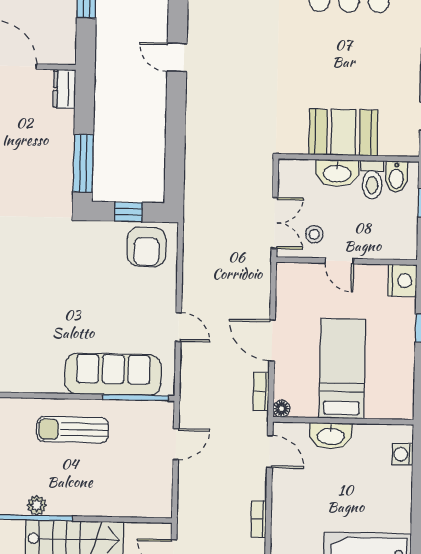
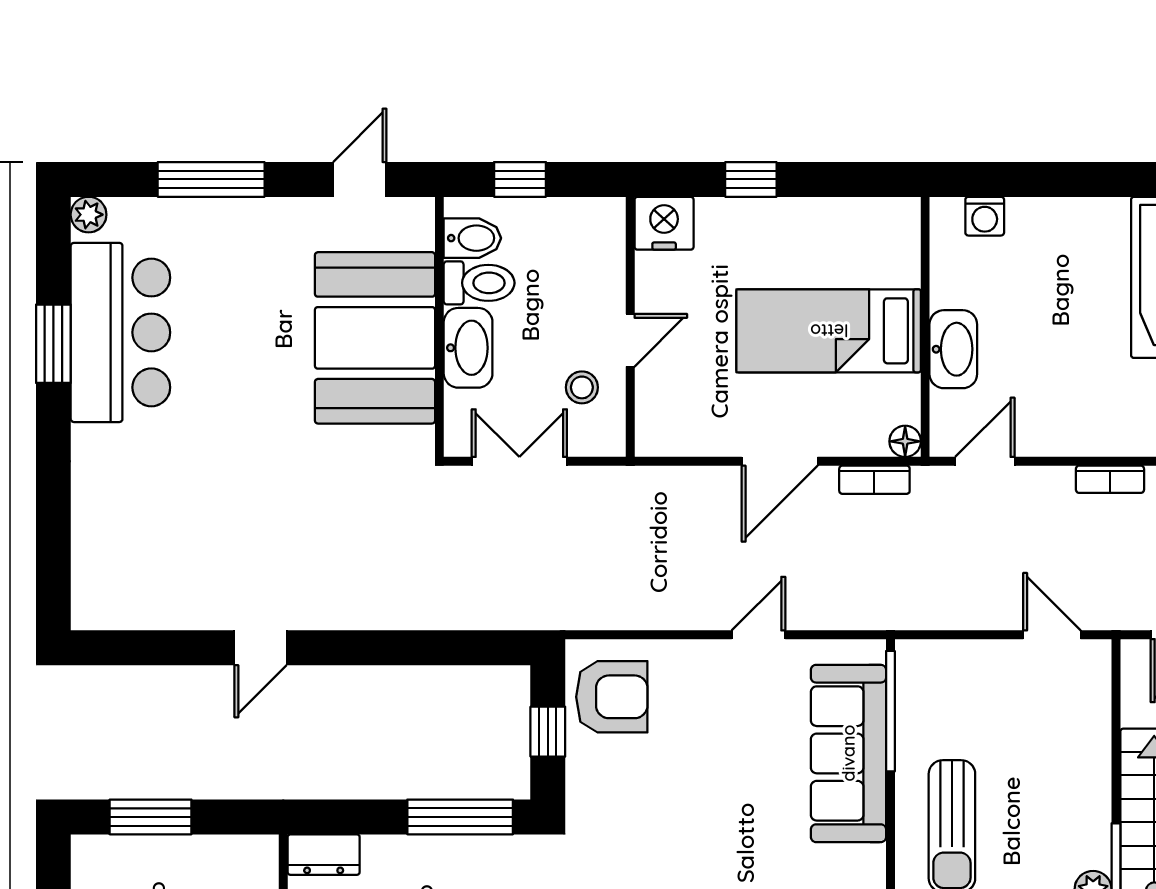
booth: (343, 132) -> (375, 338), width x1.36, depth x1.42
double door: (275, 223) -> (519, 461), moved
door: (176, 444) -> (1052, 635), moved

